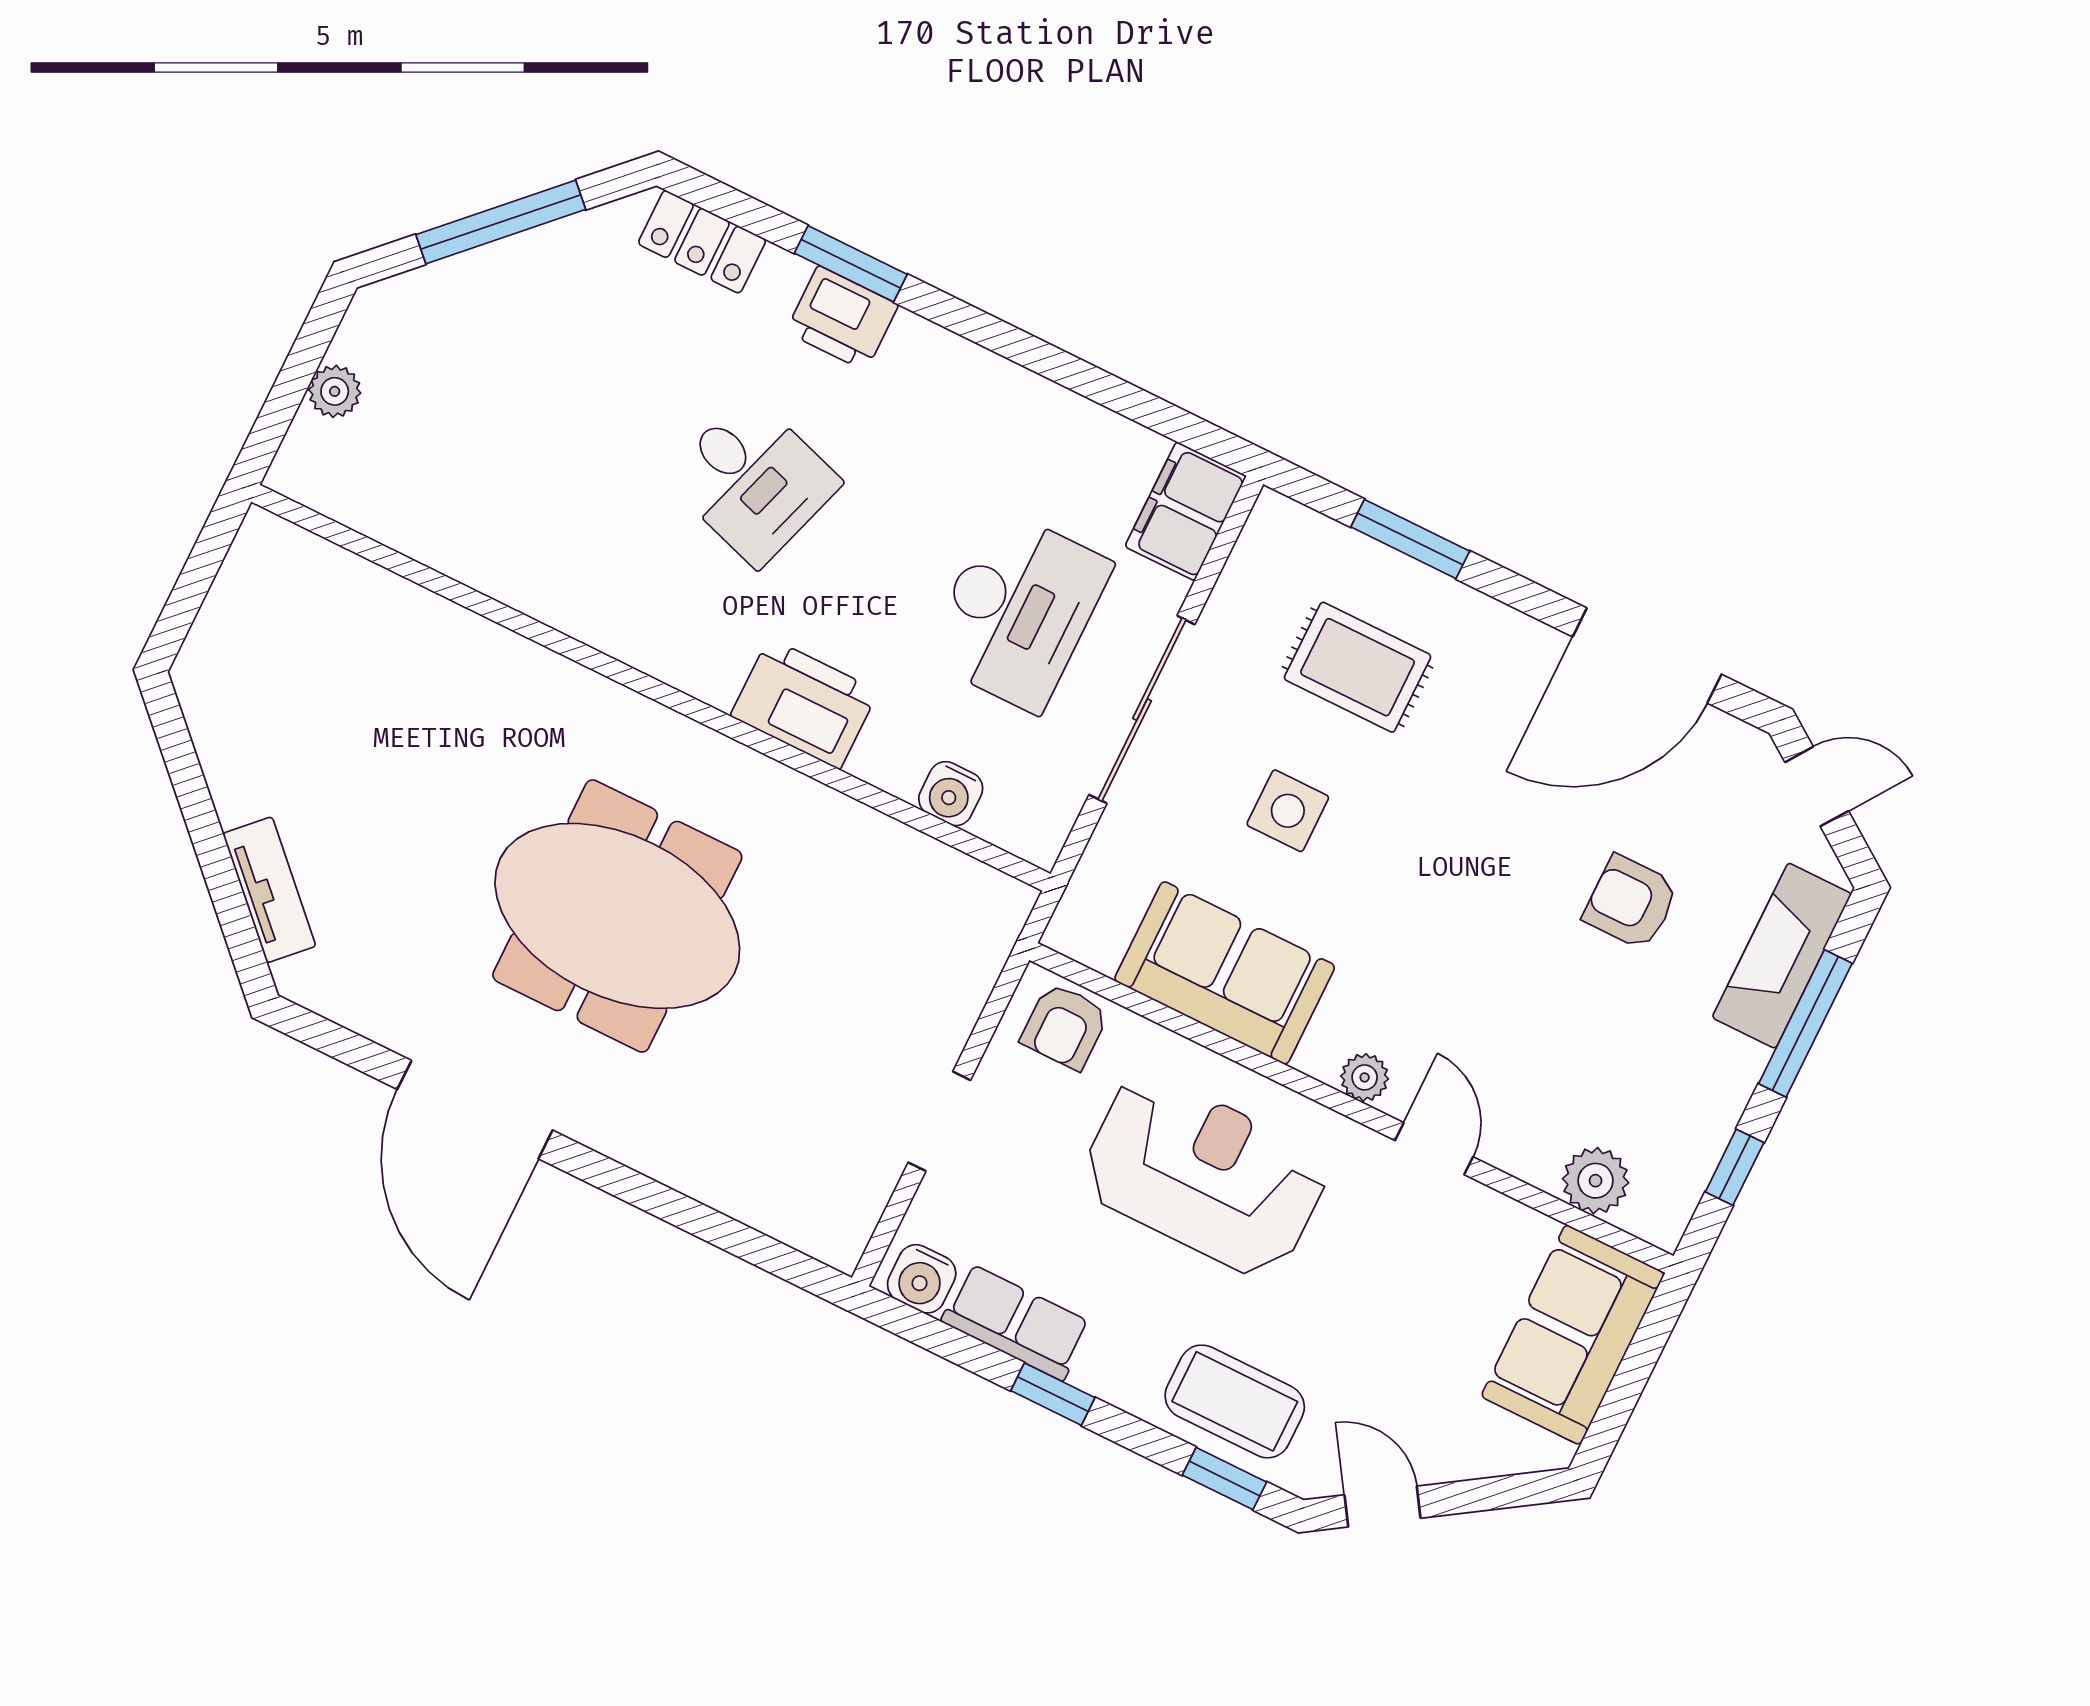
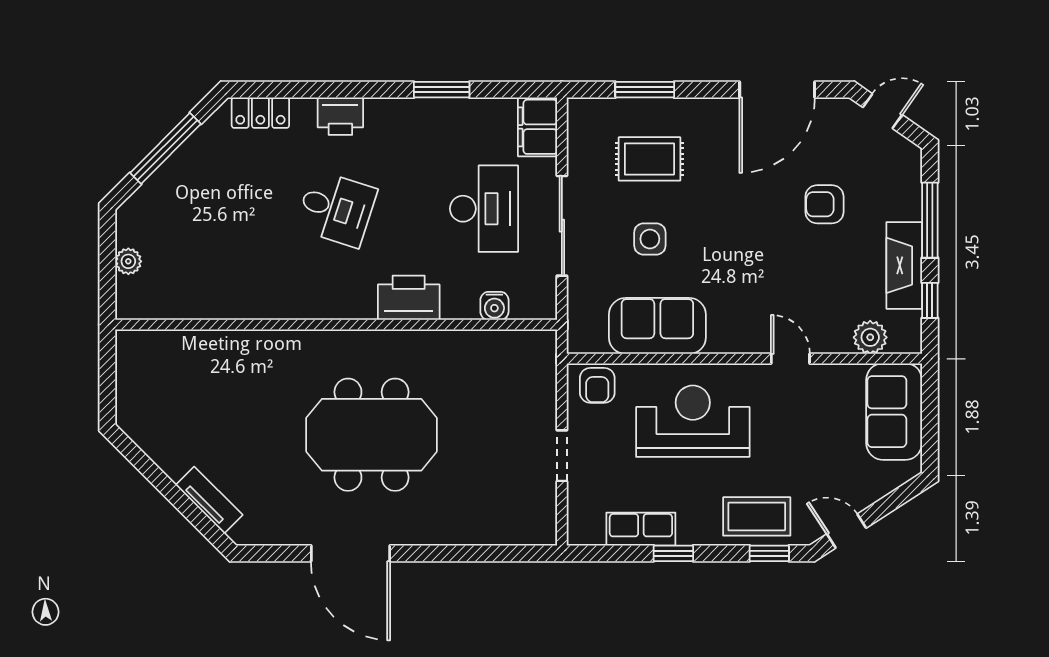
window: (851, 264) -> (442, 90), moved
fireplace: (1782, 956) -> (904, 265), moved
plant: (1365, 1077) -> (743, 342), removed
water cooler: (922, 1279) -> (589, 531), removed

